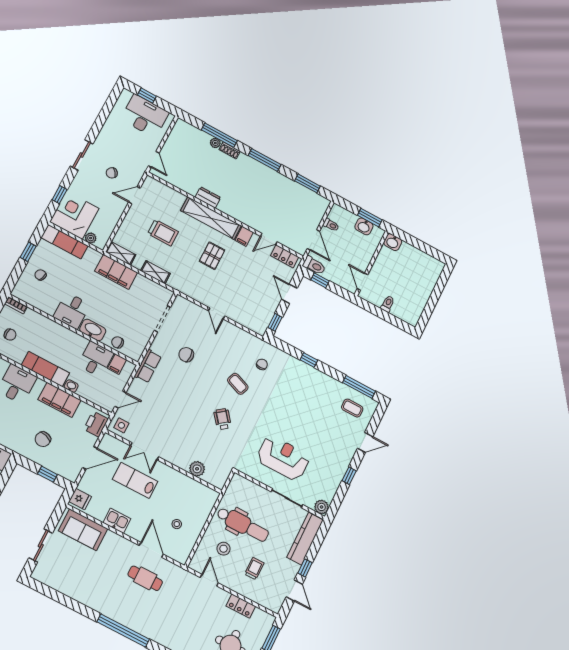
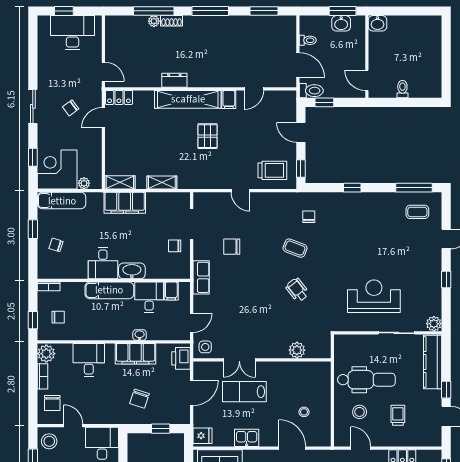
trolley: (163, 233) -> (272, 170), moved
locker: (285, 256) -> (119, 97), moved
chair: (118, 342) -> (175, 246), moved
exam couch: (45, 369) -> (109, 290), moved, turned 180

